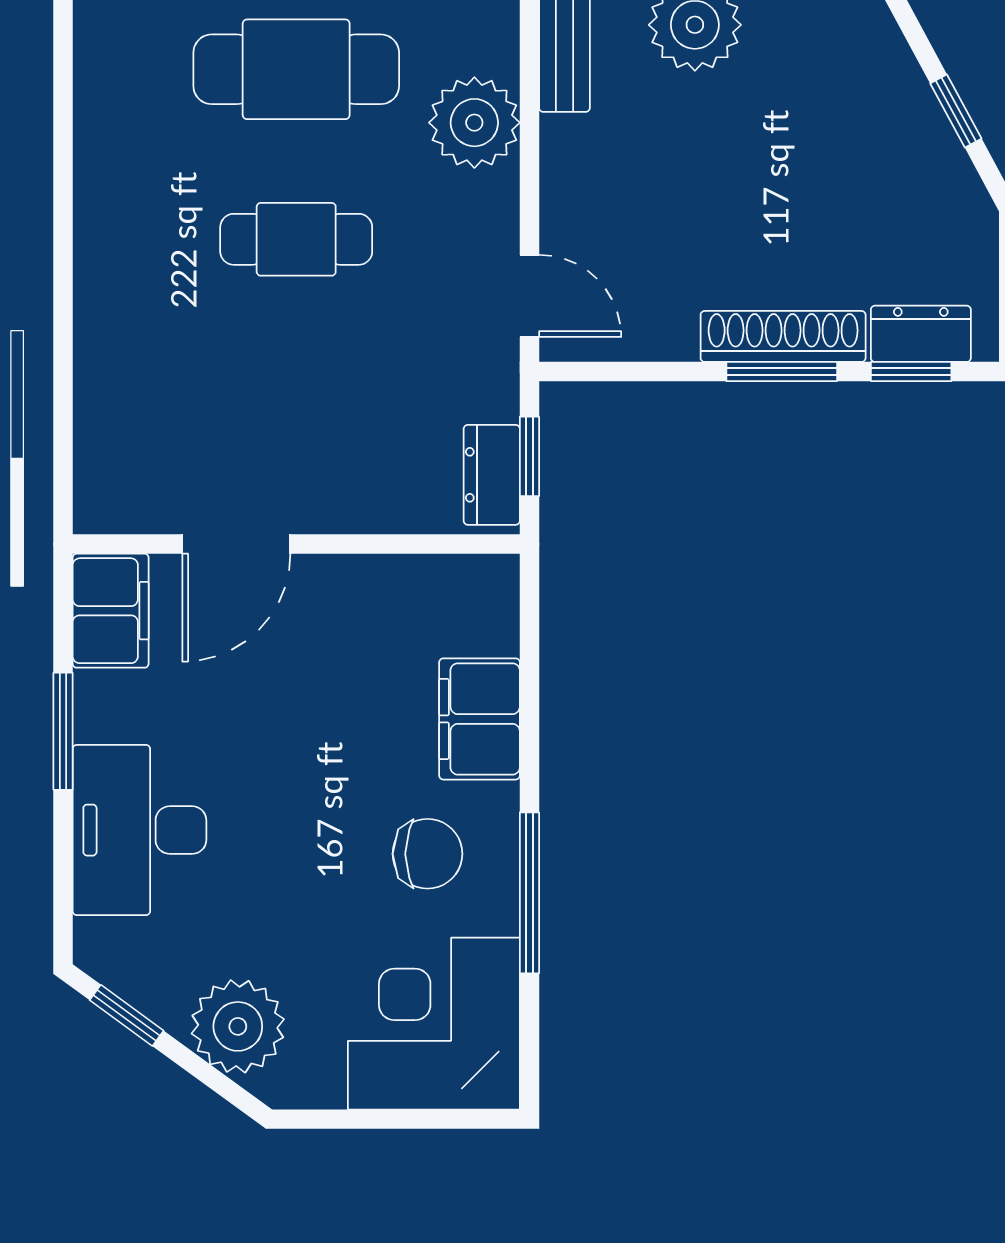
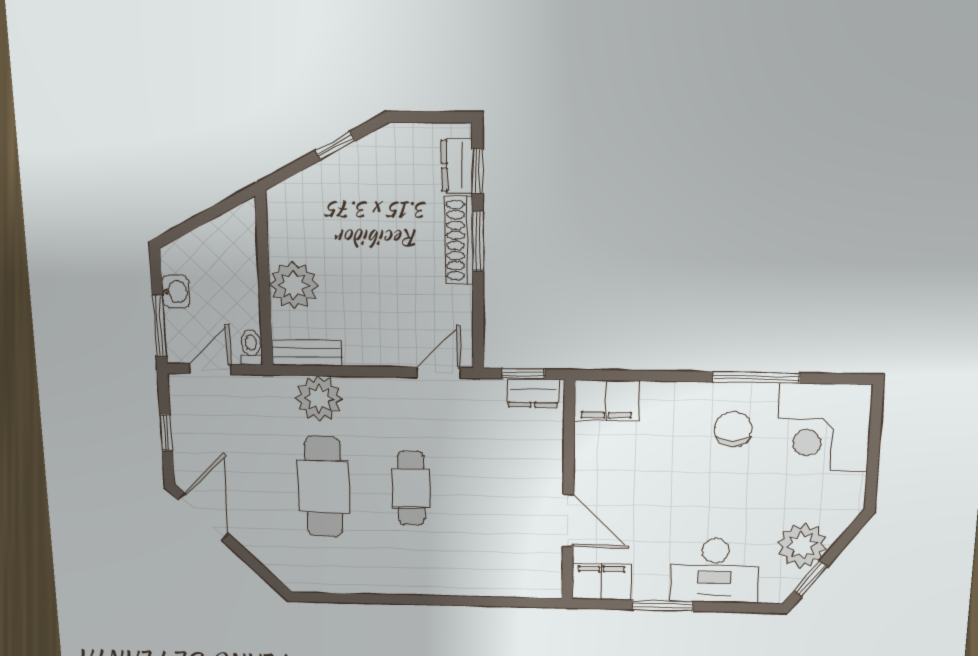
plant: (474, 123) -> (319, 399), moved
filing cabinet: (479, 719) -> (607, 401), moved
plant: (238, 1026) -> (802, 545), moved

